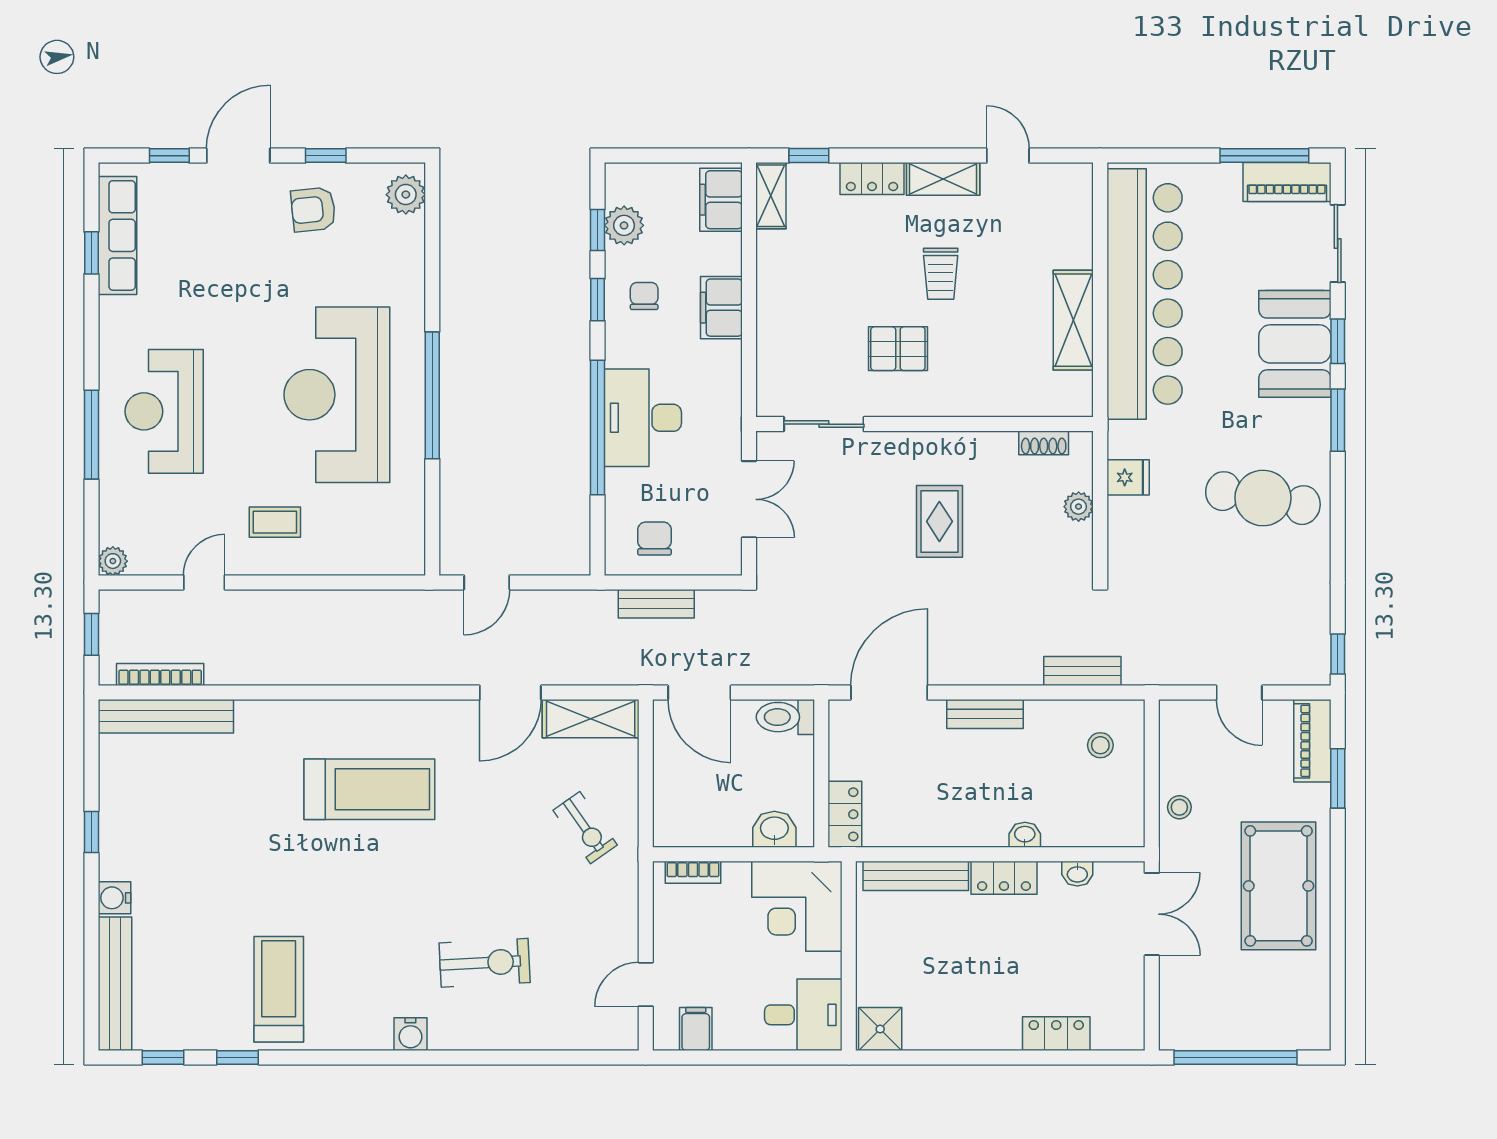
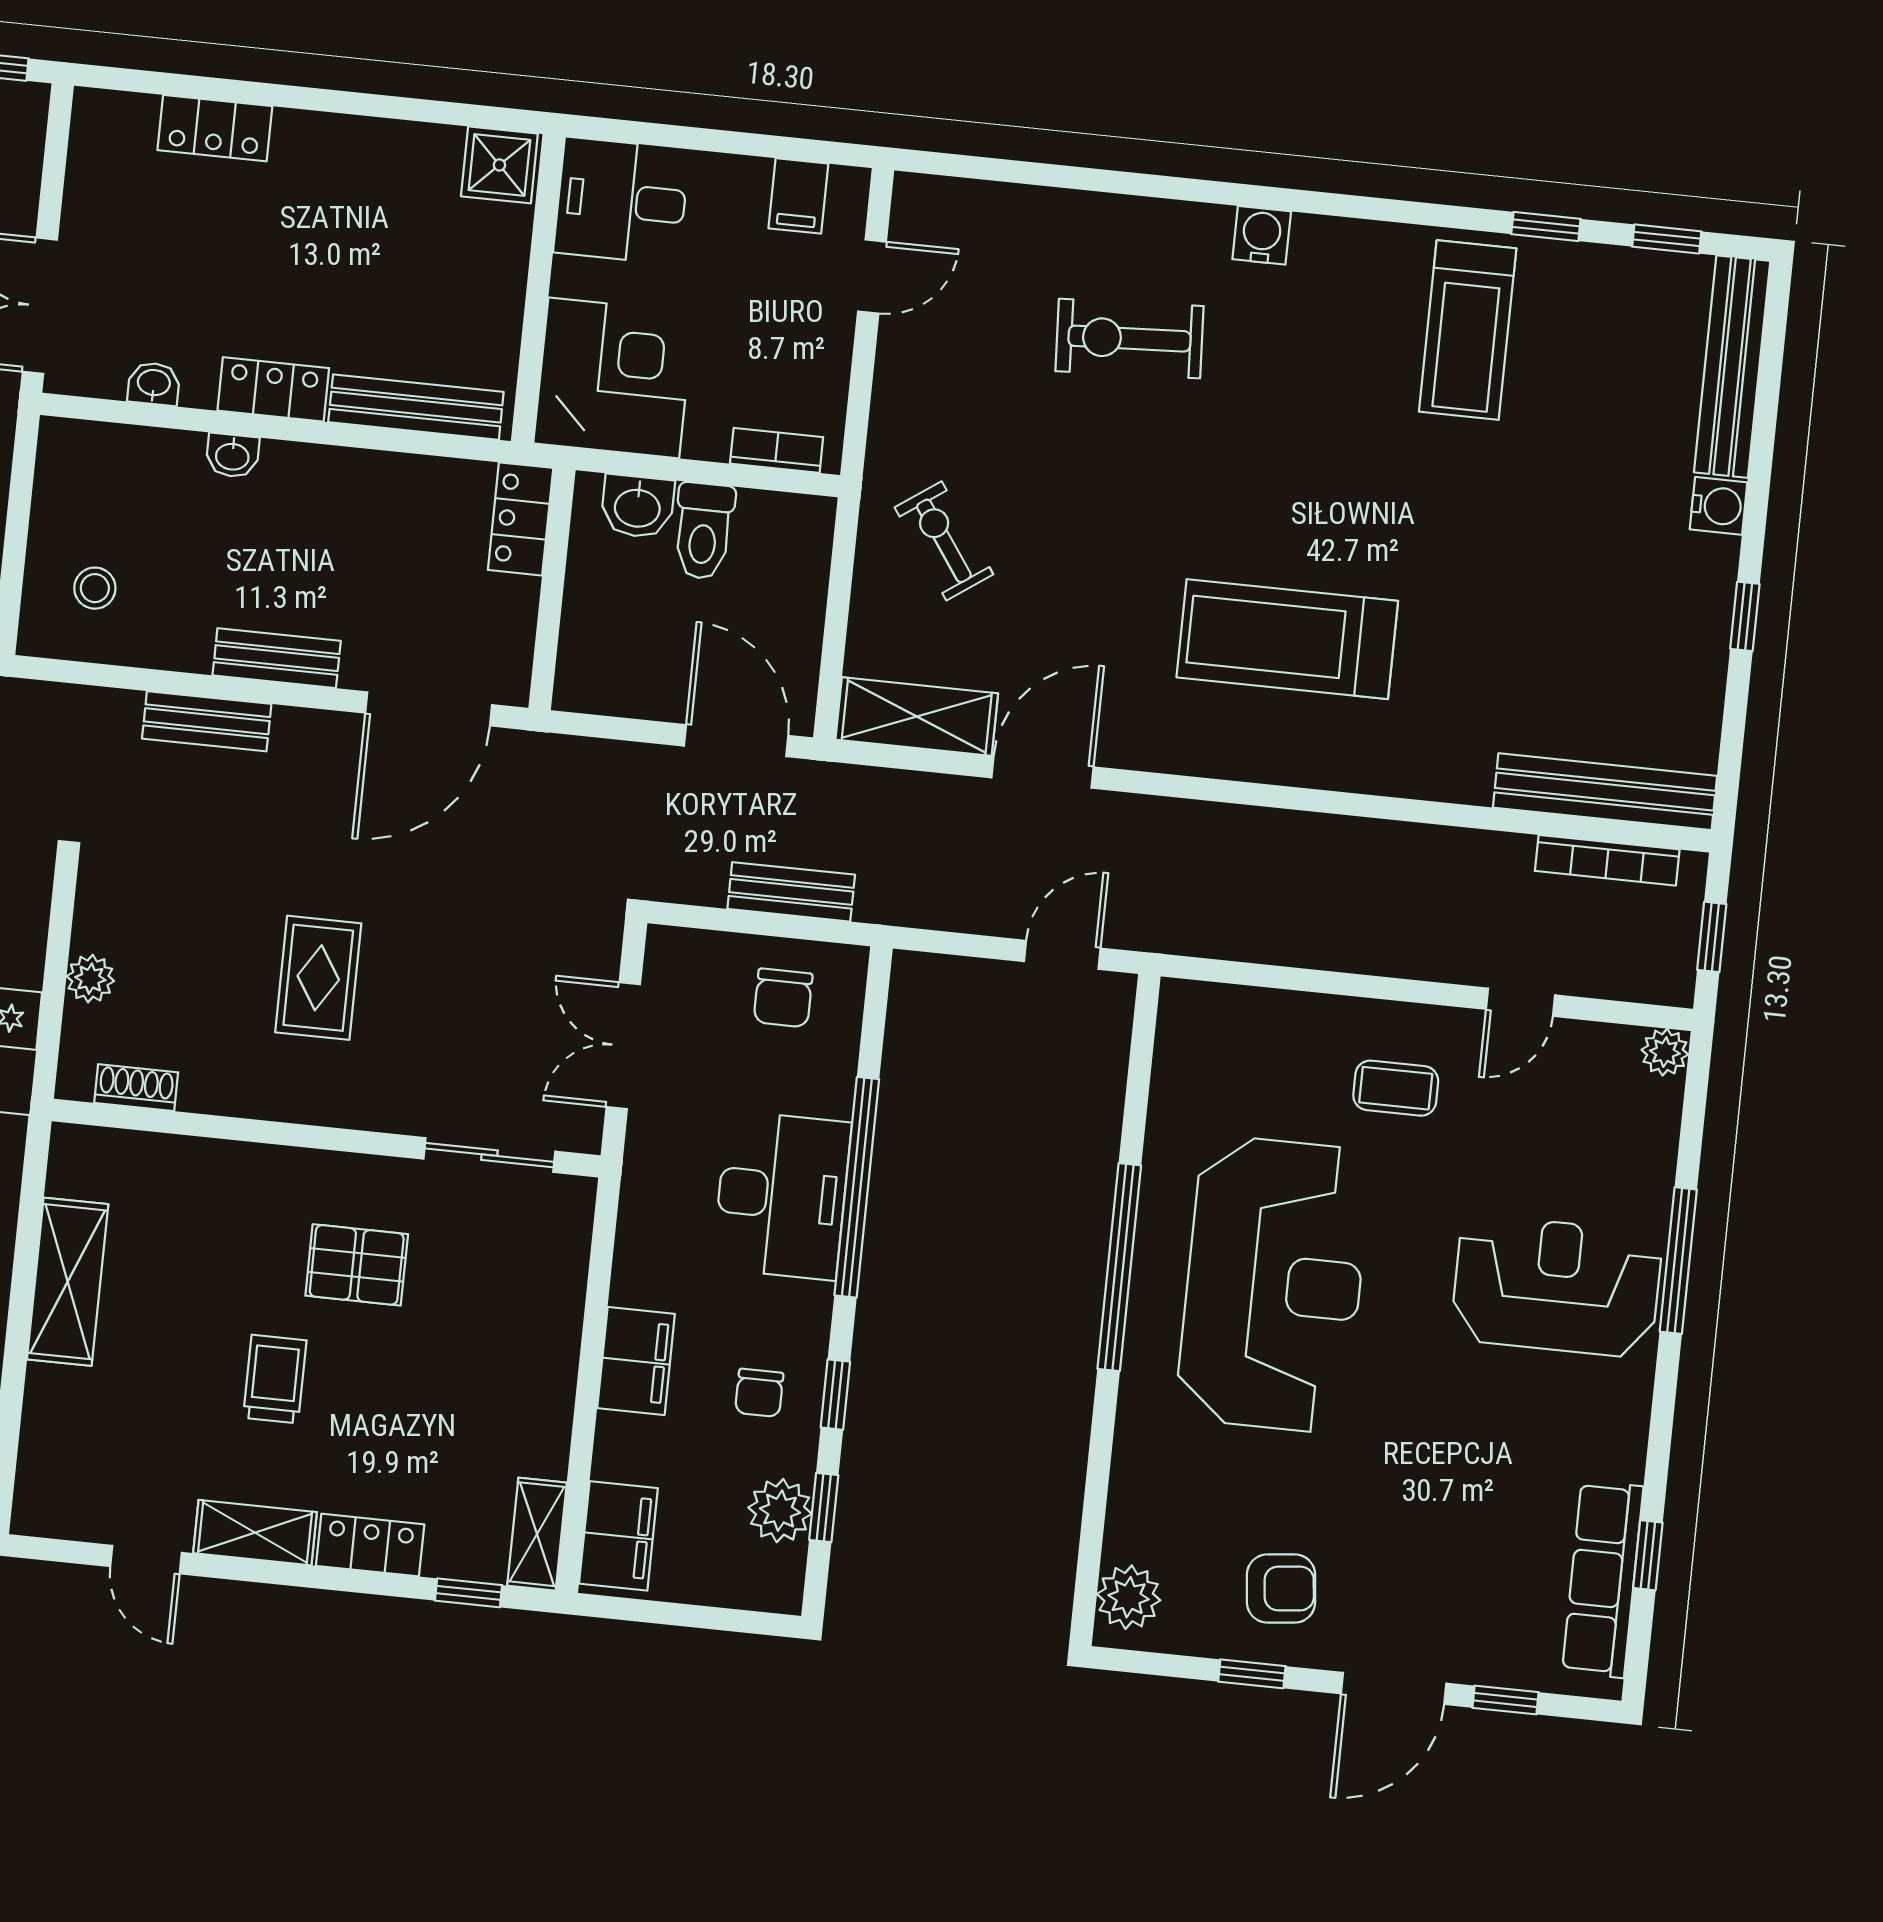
reception desk: (164, 411) -> (1557, 1286), turned -90
bench: (1082, 671) -> (207, 721), moved
toilet: (785, 717) -> (703, 531), moved, turned 90

